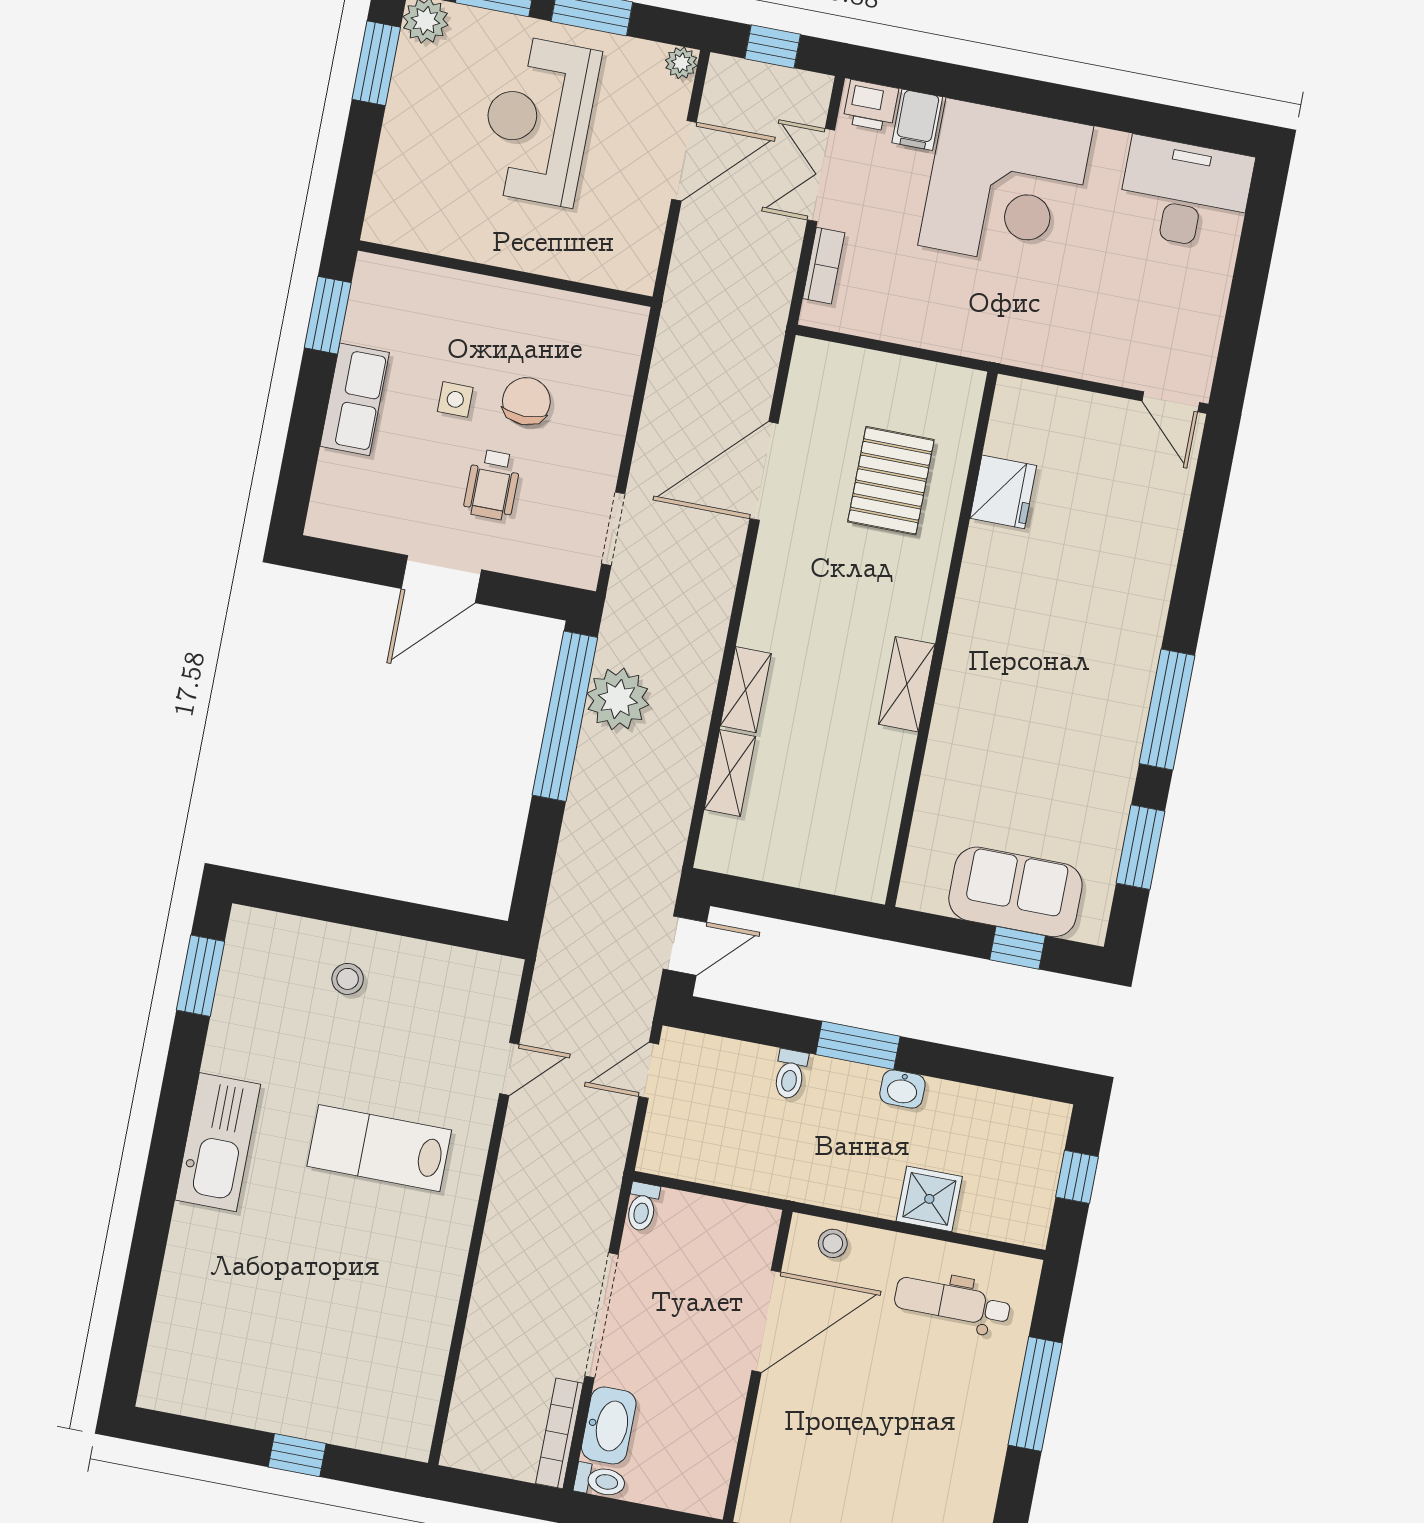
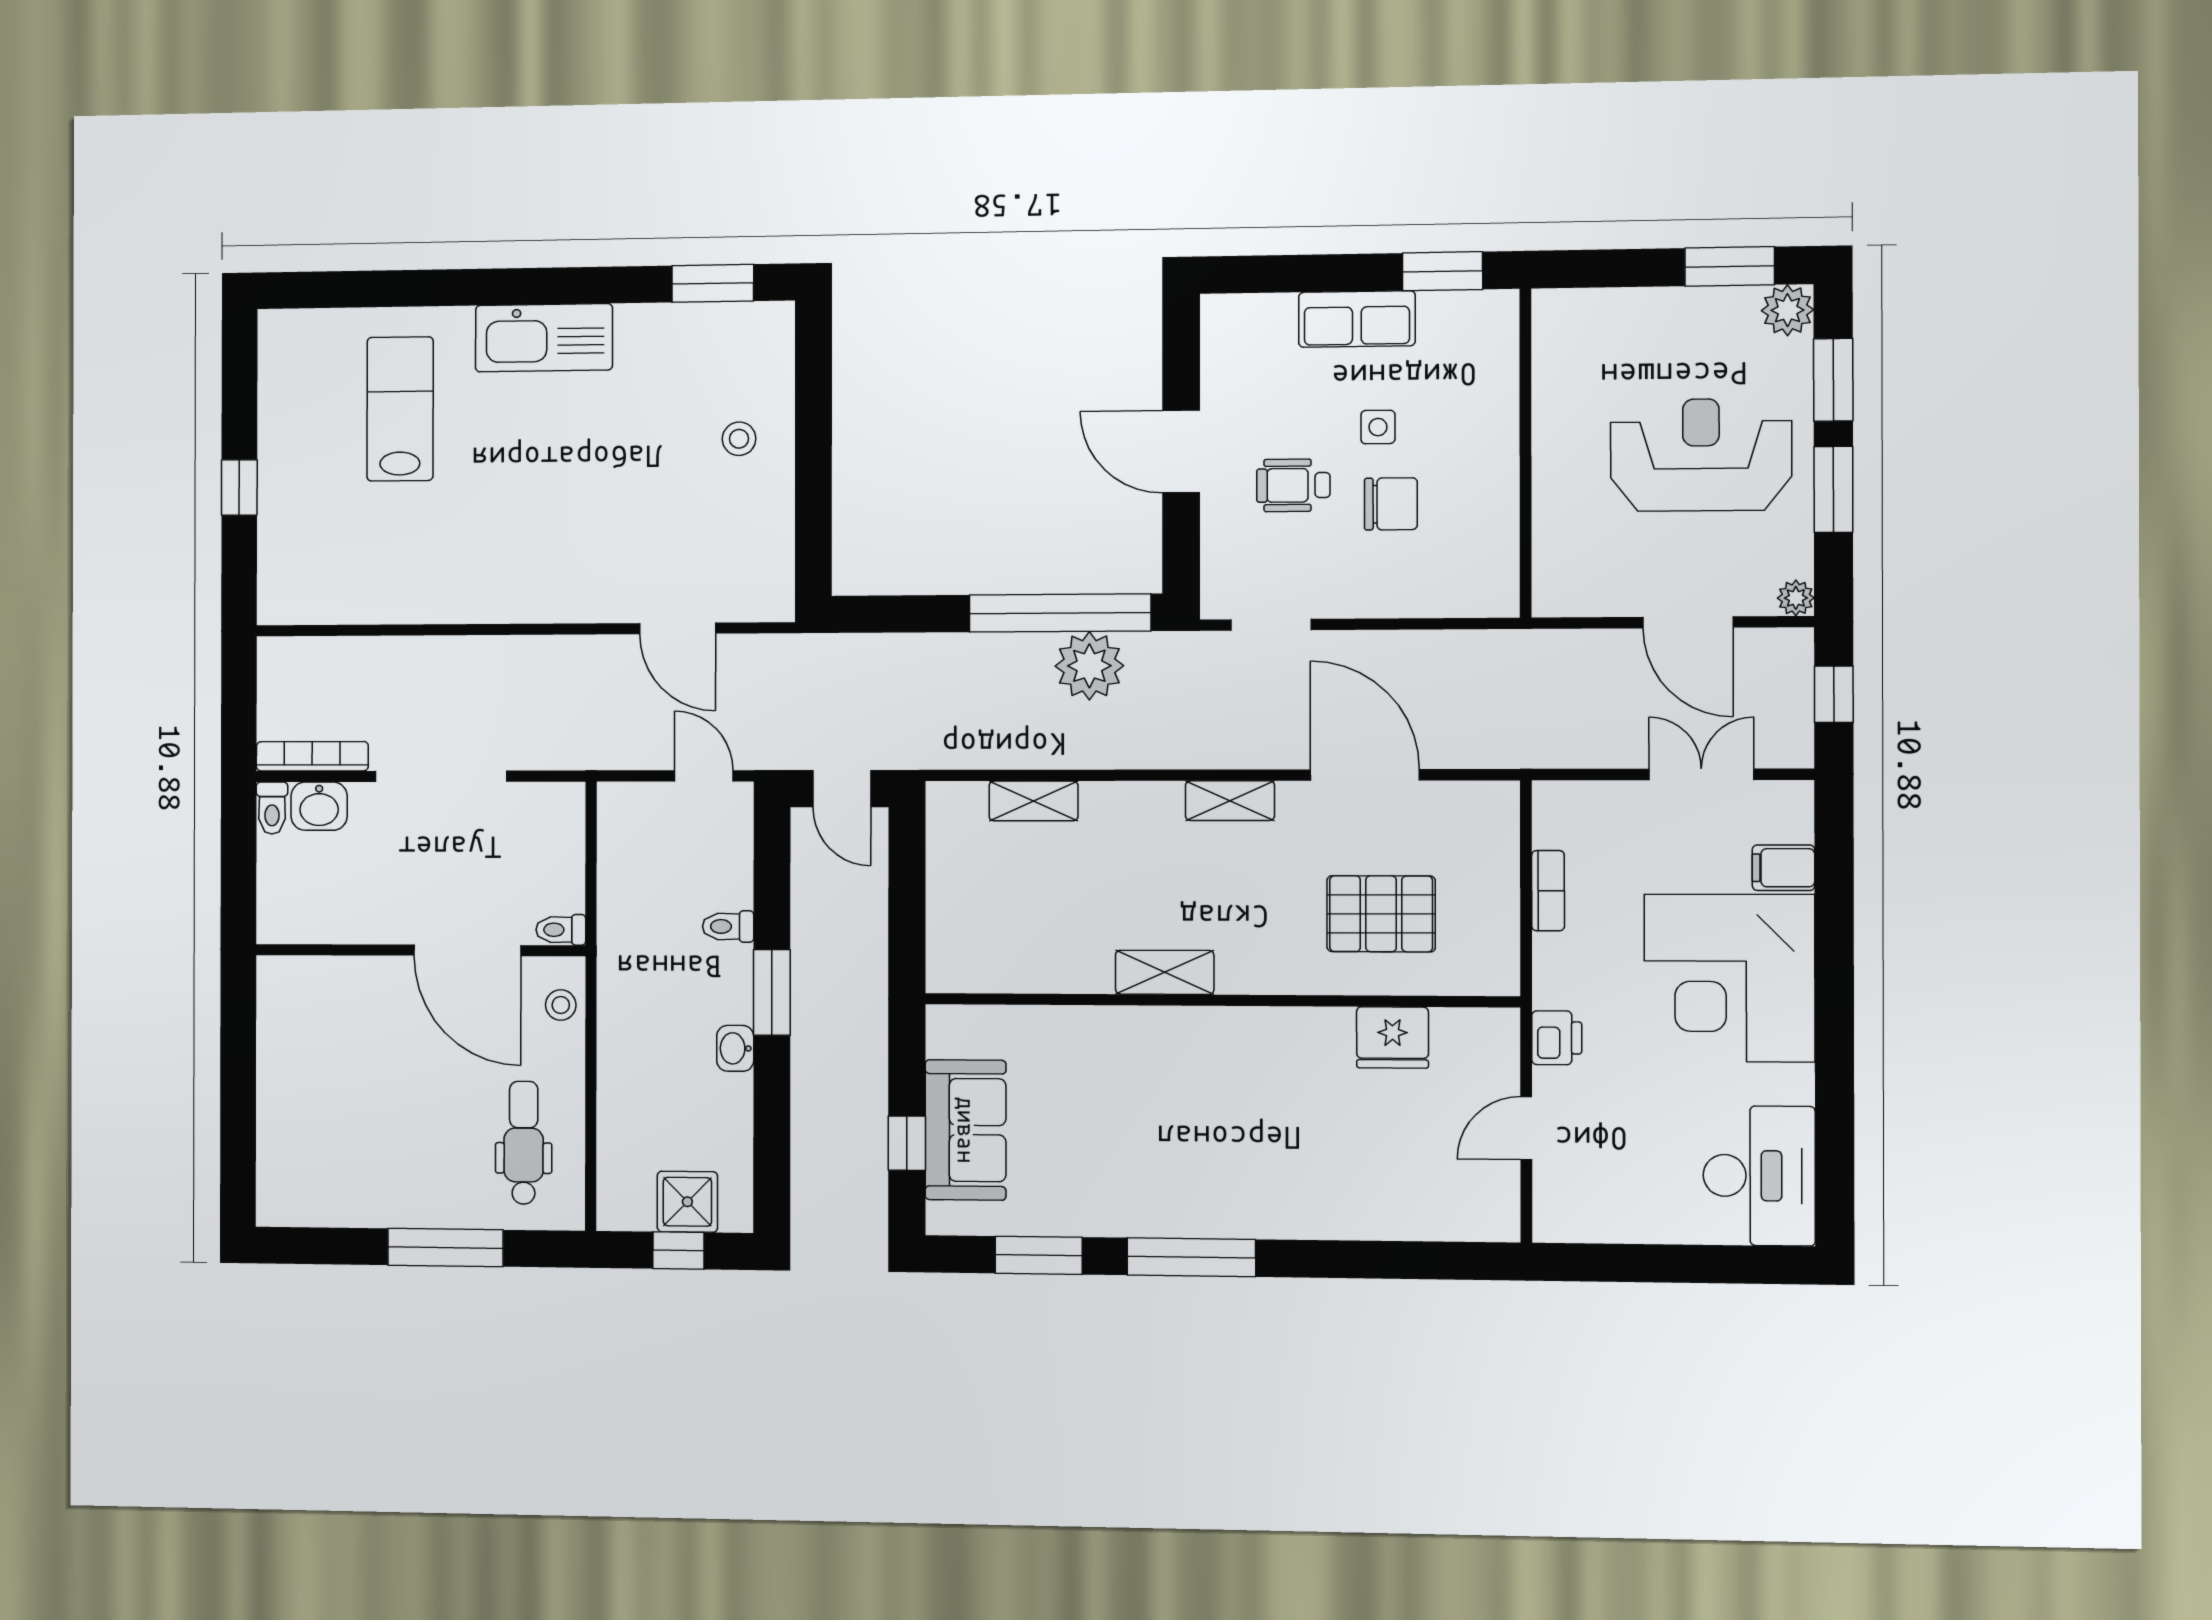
printer: (871, 105) -> (1557, 1038), moved, turned 180
bookcase: (824, 266) -> (1548, 891), moved, turned -90
door: (1171, 402) -> (1526, 1128), moved
shelving: (746, 690) -> (1230, 801), moved
door: (509, 1069) -> (678, 628), width x1.38
lab bench: (379, 1148) -> (400, 409), moved
shower: (929, 1199) -> (687, 1202), moved
toilet: (642, 1207) -> (561, 930), moved
washbasin: (609, 1425) -> (319, 806), width x0.72

